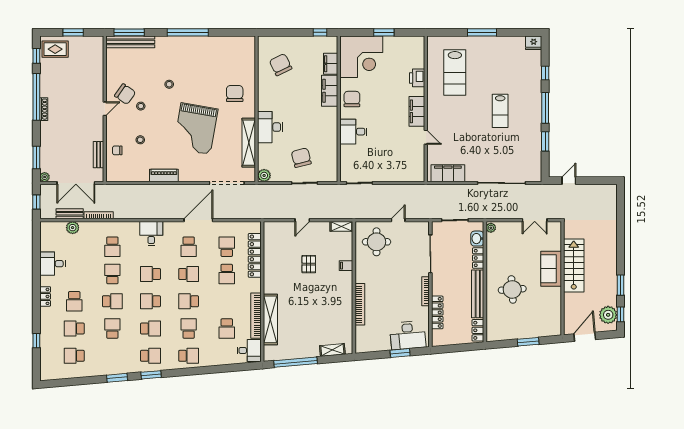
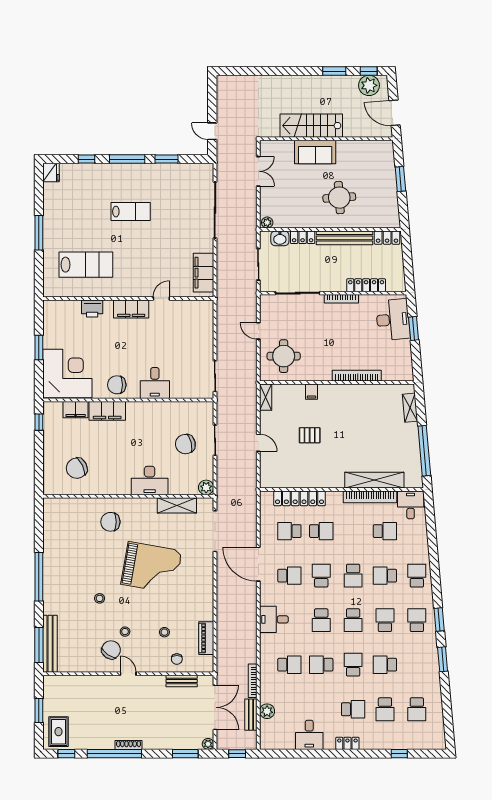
shelving: (249, 143) -> (177, 505), width x0.68
piano: (164, 176) -> (206, 638), moved

